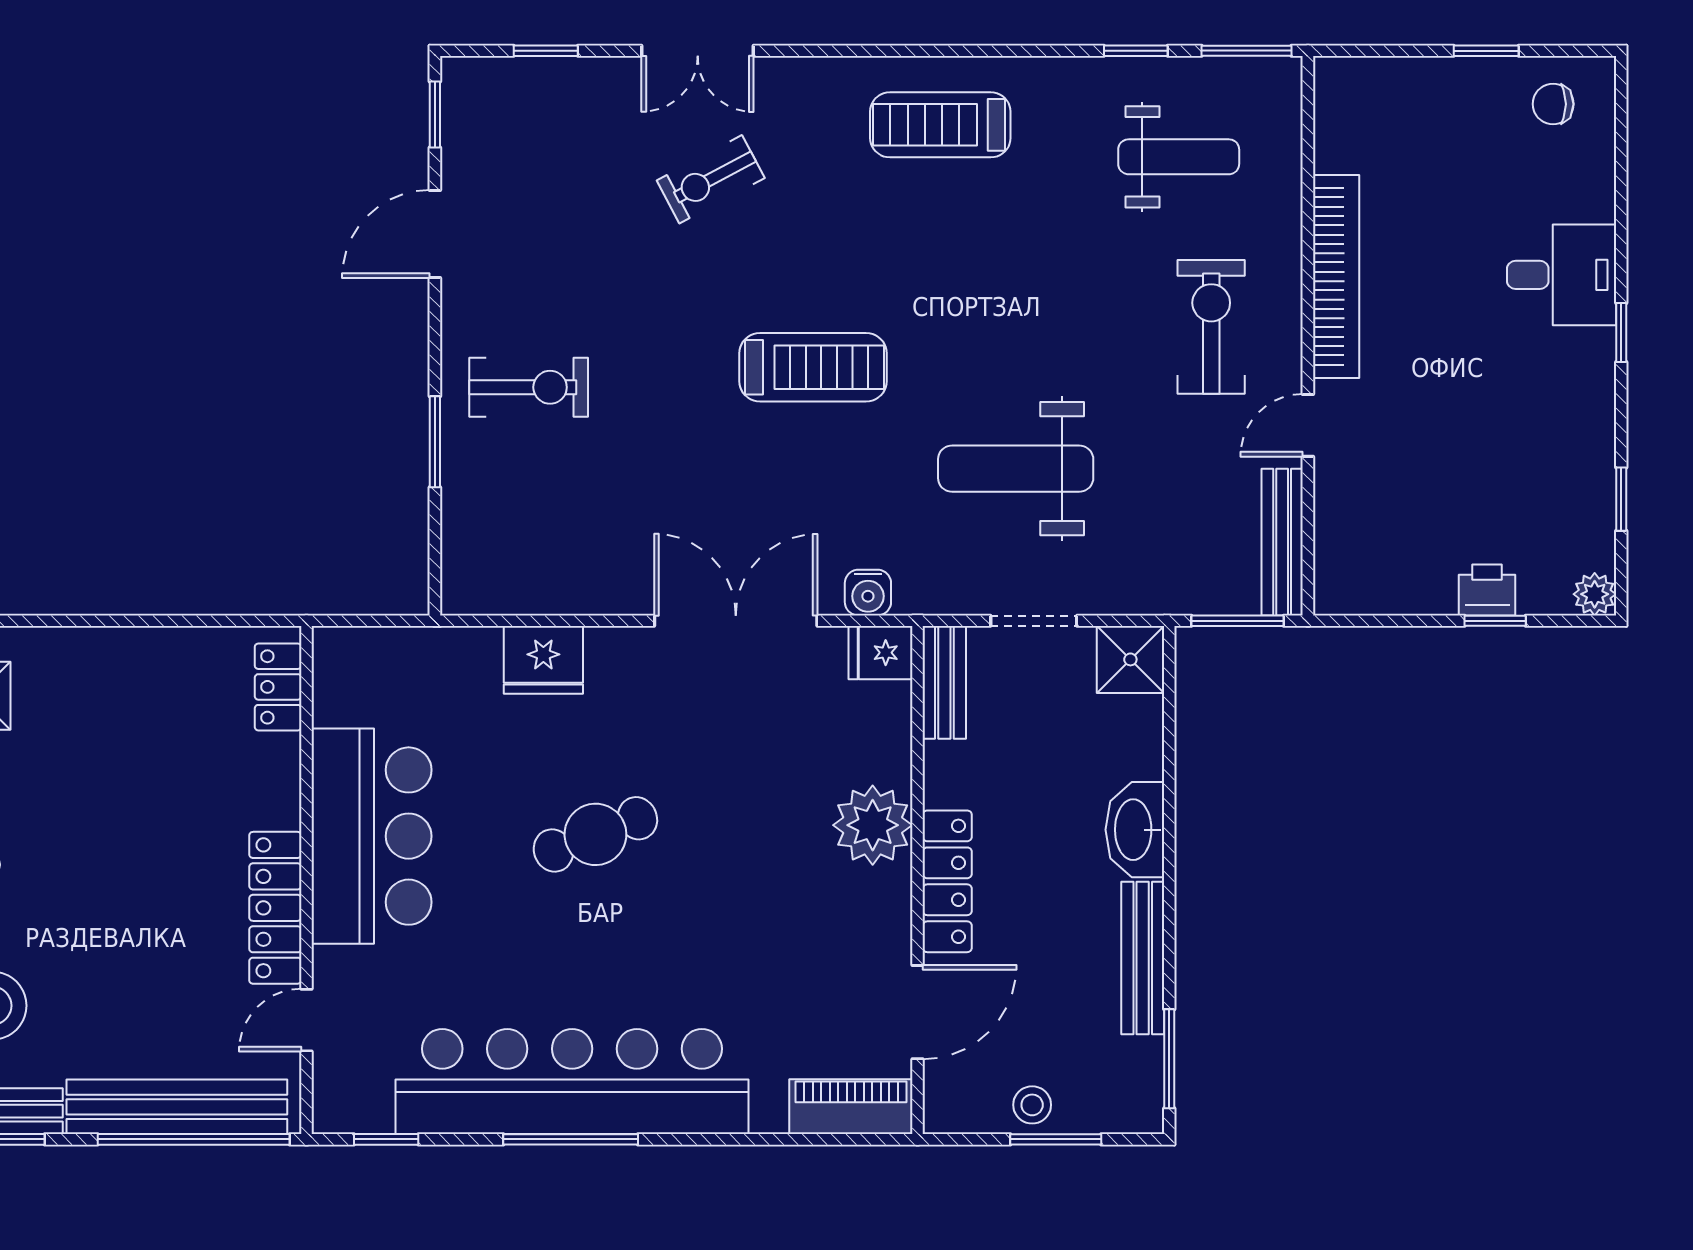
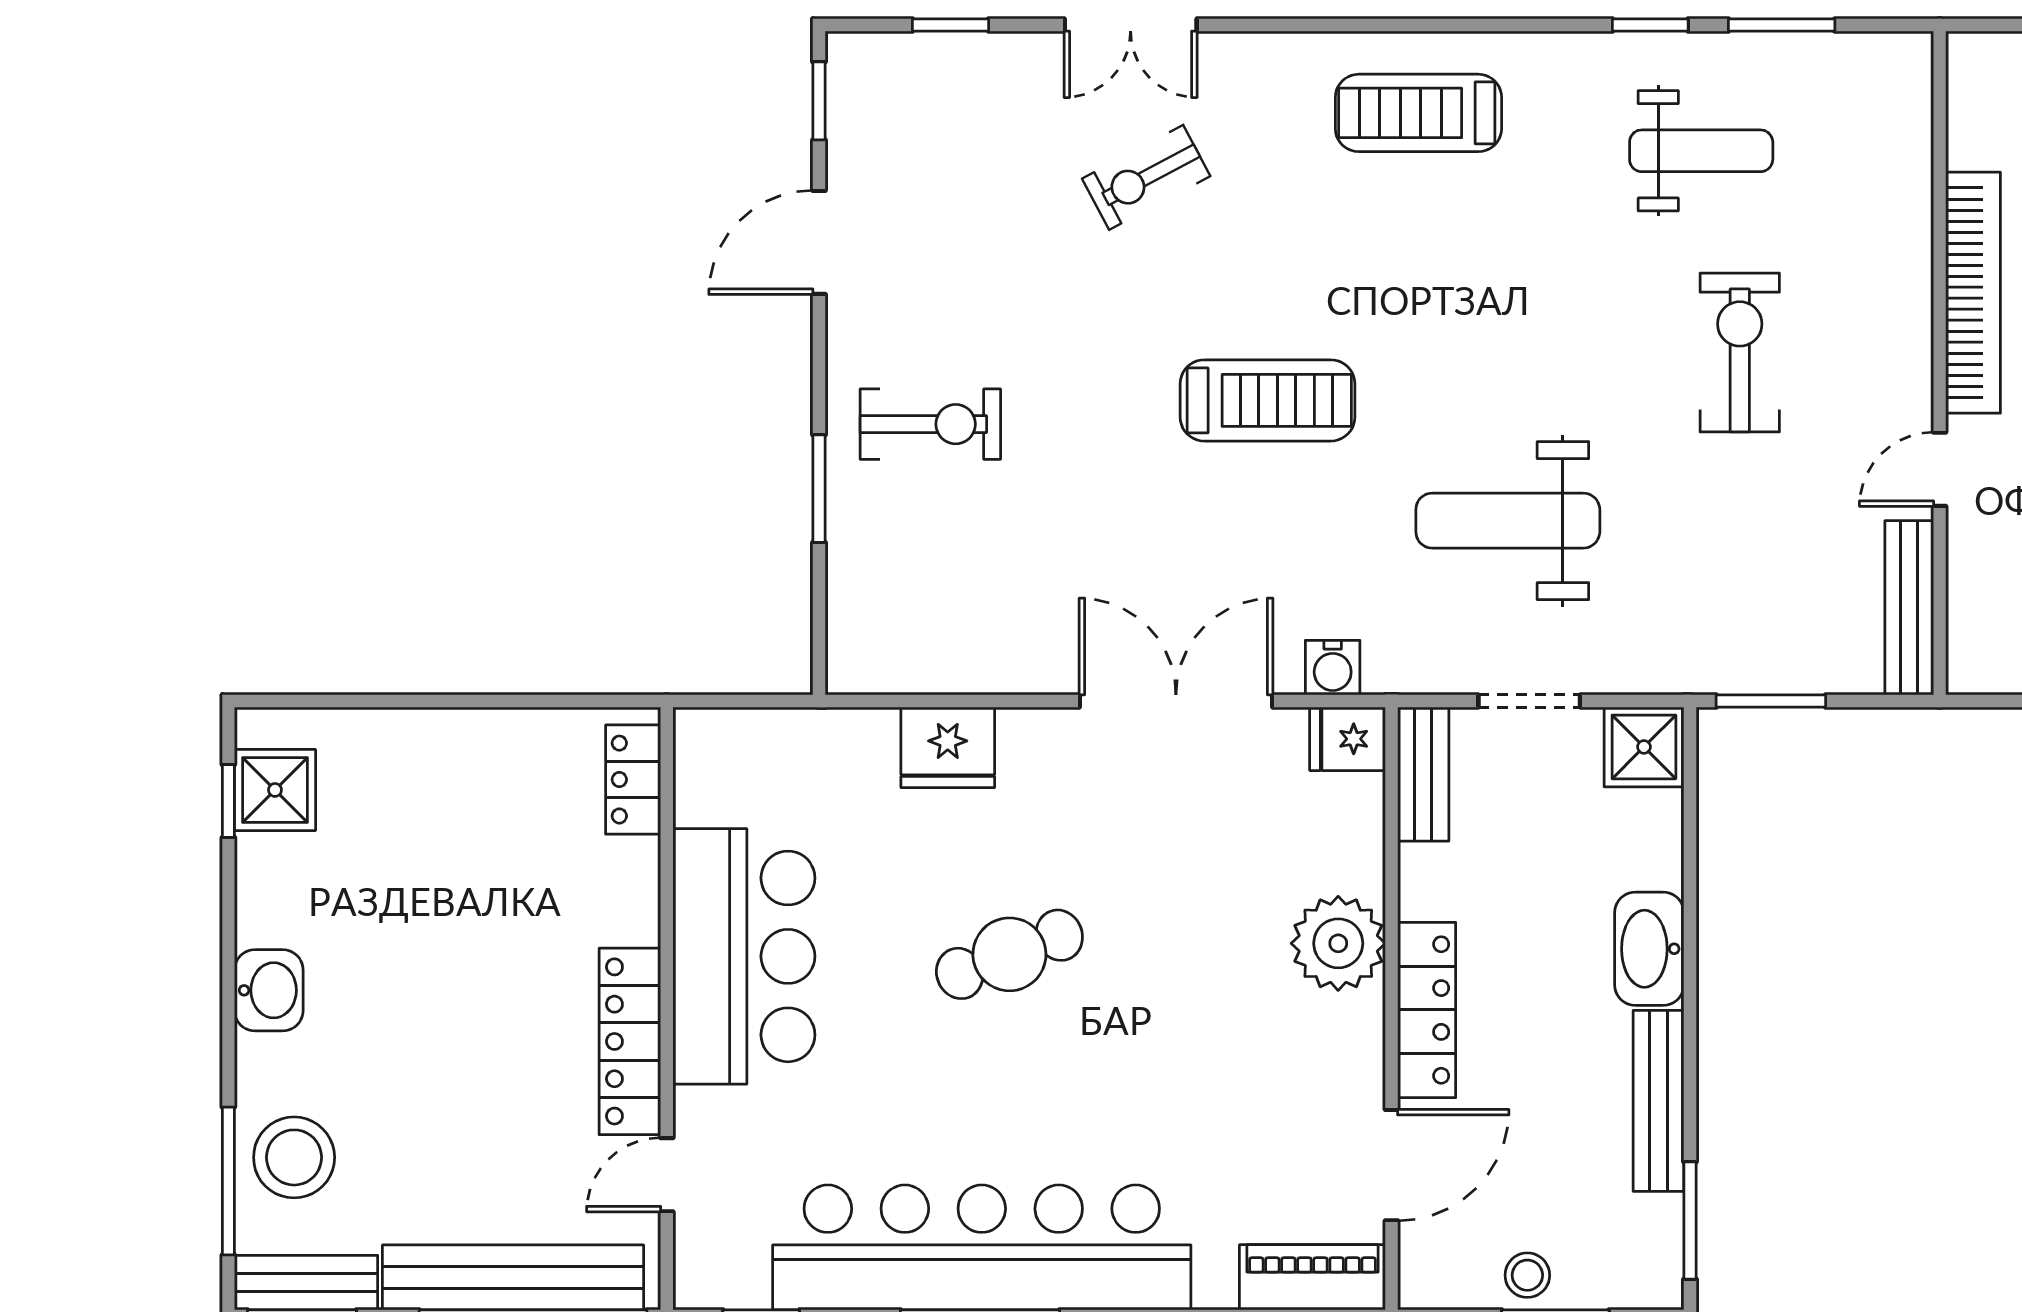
bookcase: (1336, 276) -> (1973, 293), moved
wall: (1308, 336) -> (1940, 363), moved
door: (1308, 425) -> (1940, 469), moved
bench: (1282, 542) -> (1909, 608), moved

